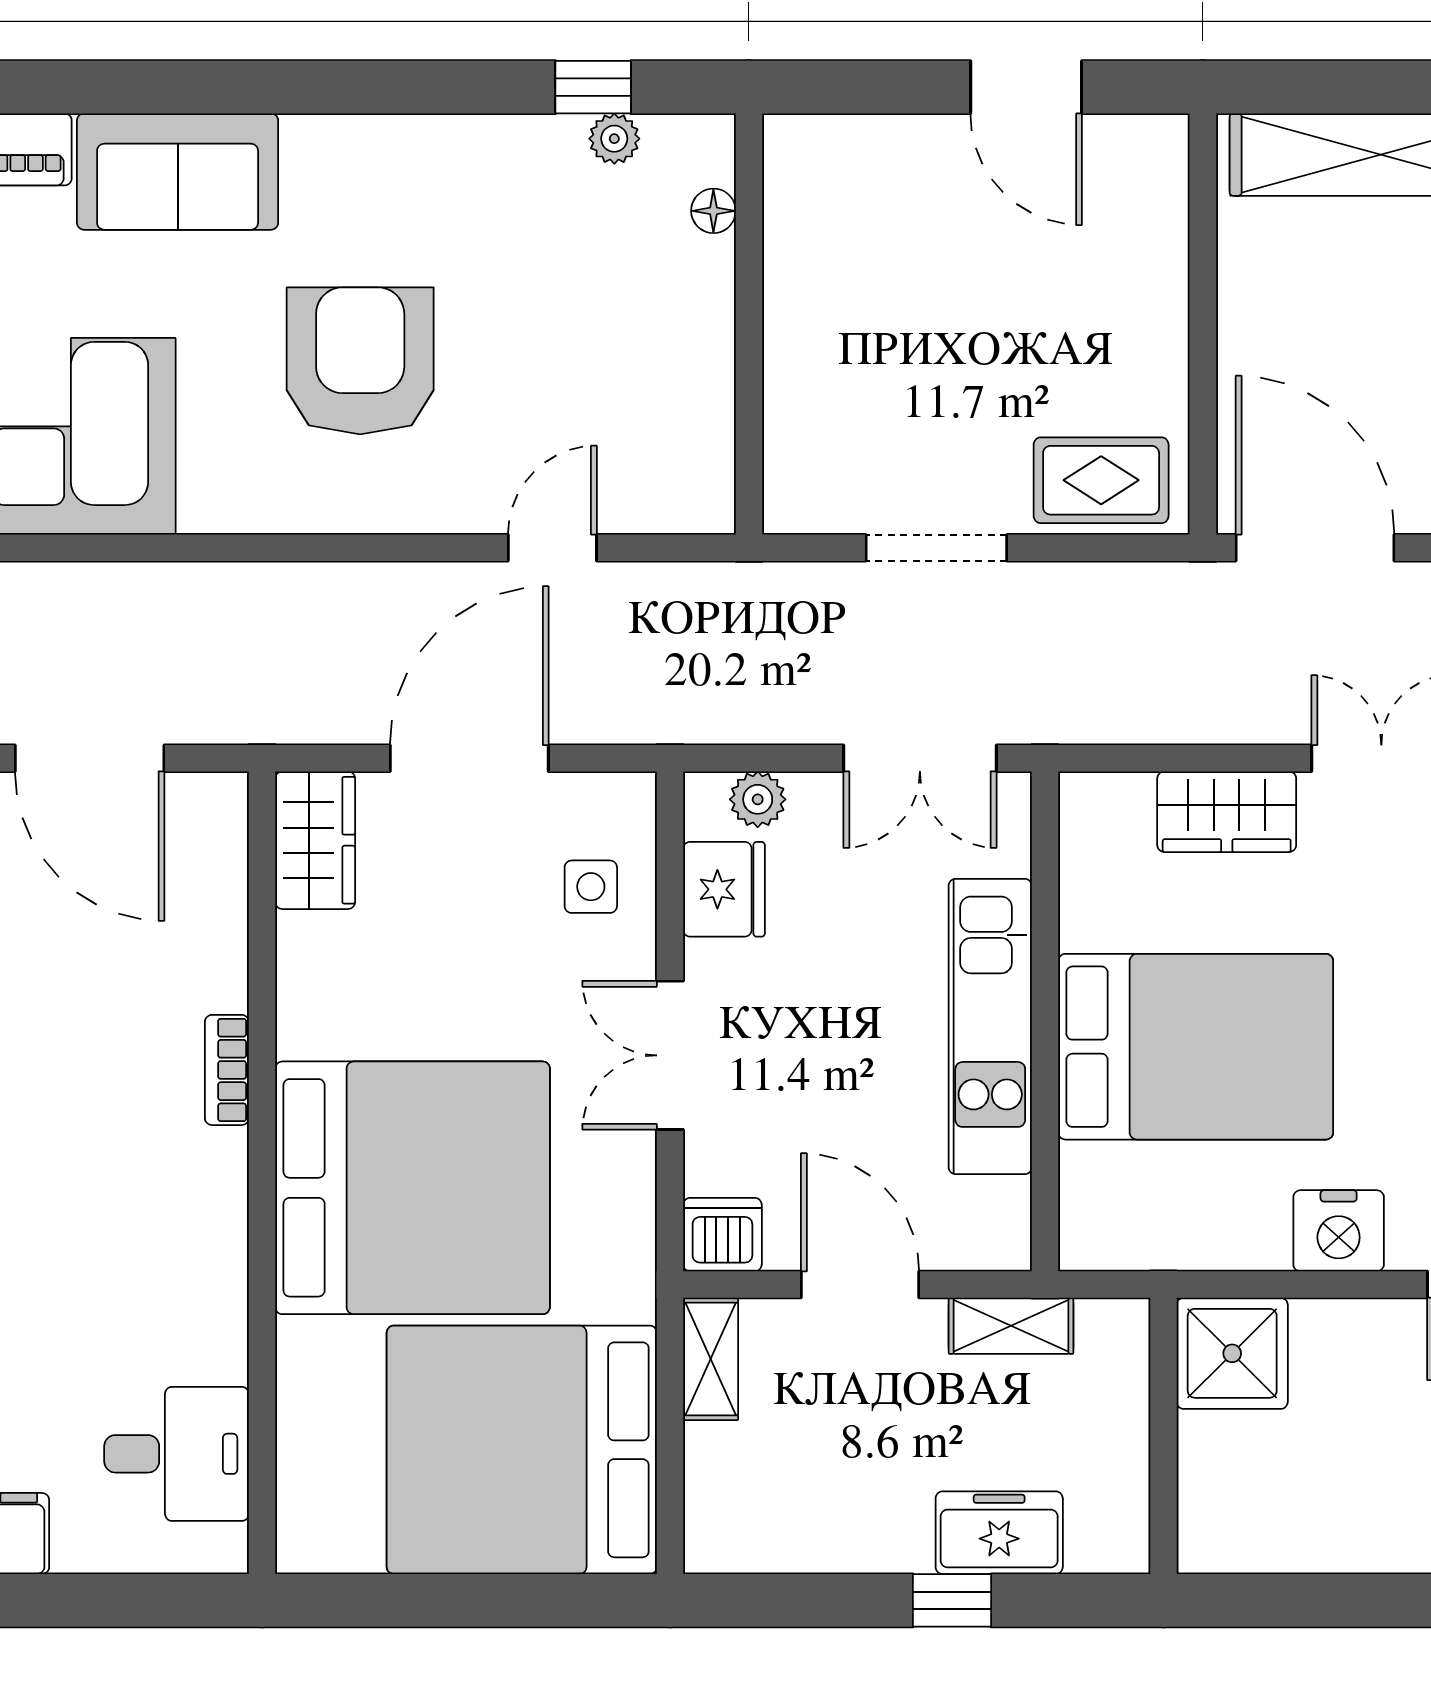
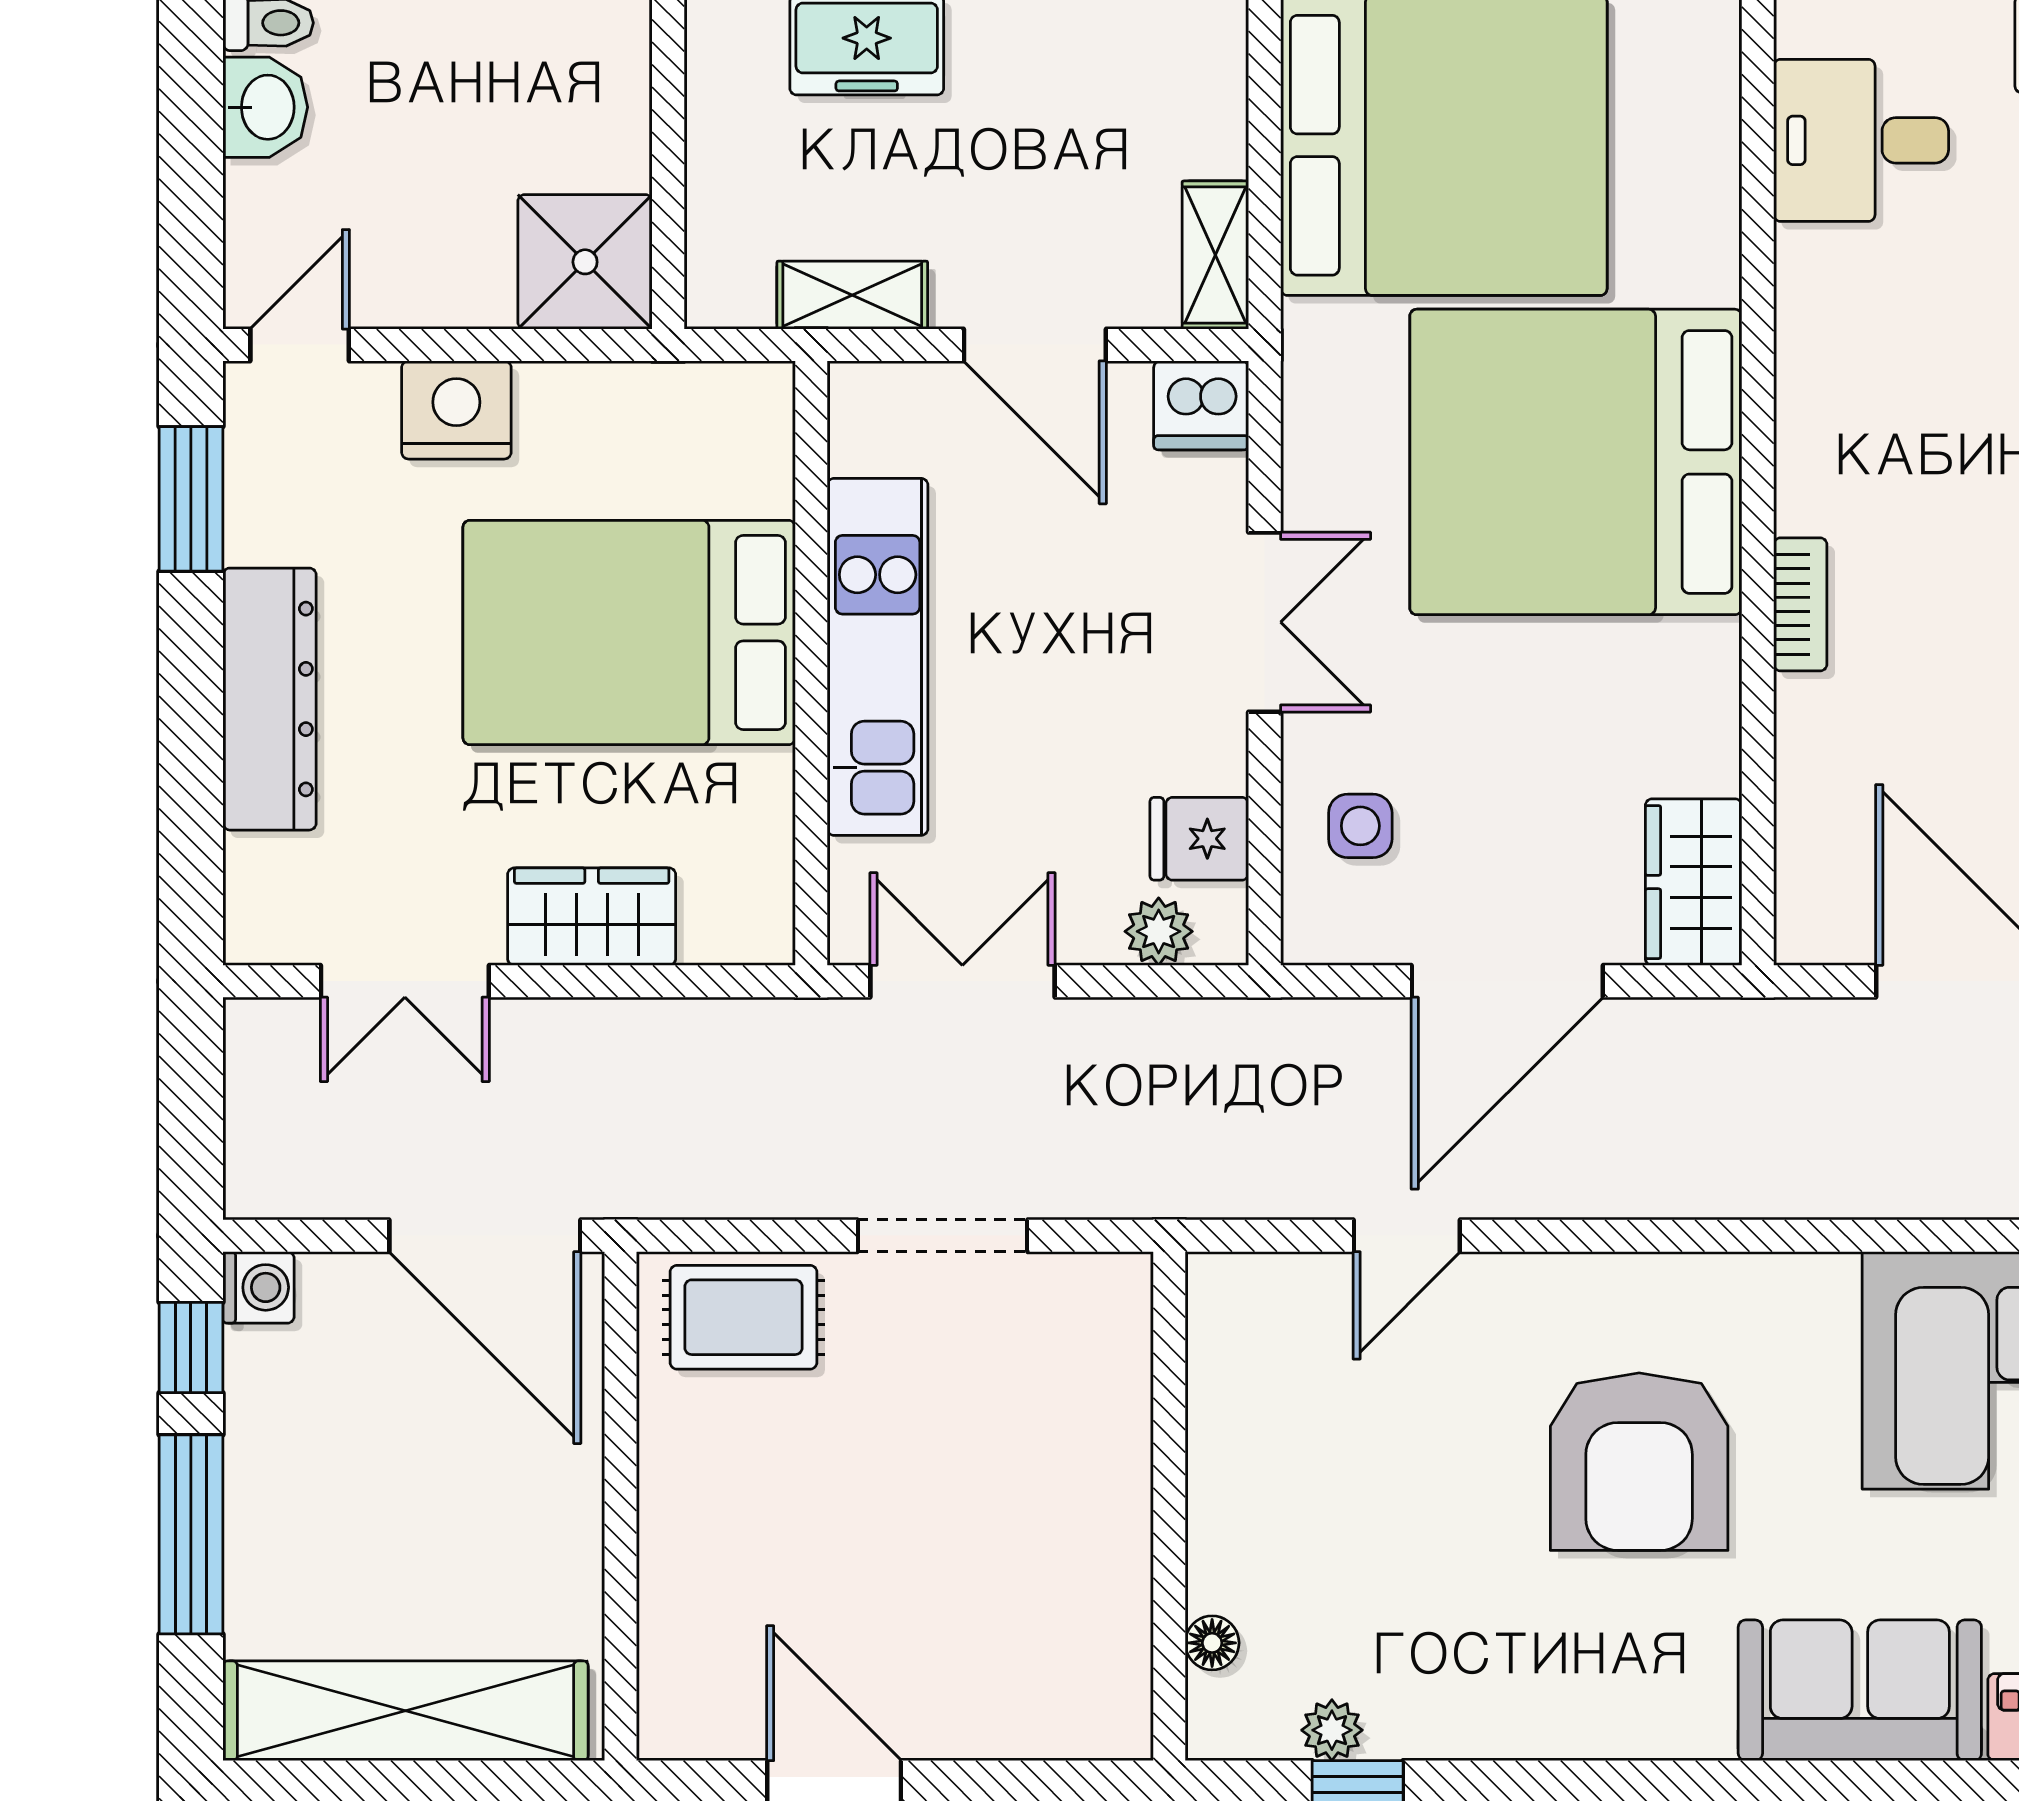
fridge: (724, 889) -> (1199, 839), width x0.72

